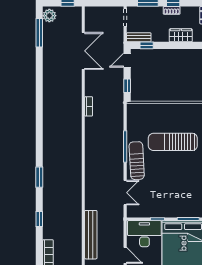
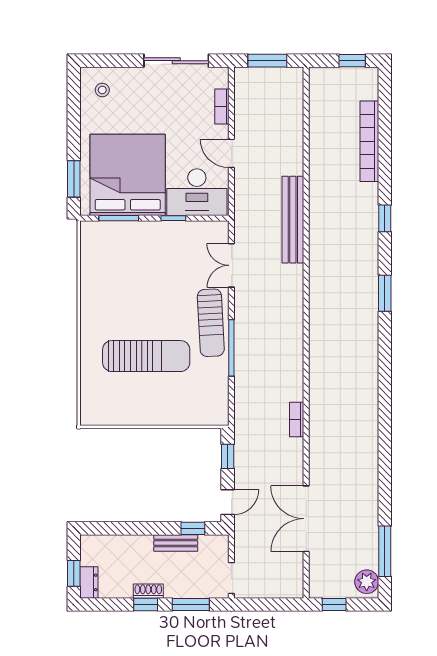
wardrobe: (181, 35) -> (132, 546), removed
bench: (139, 37) -> (176, 543), moved
bench: (91, 235) -> (293, 220), moved

